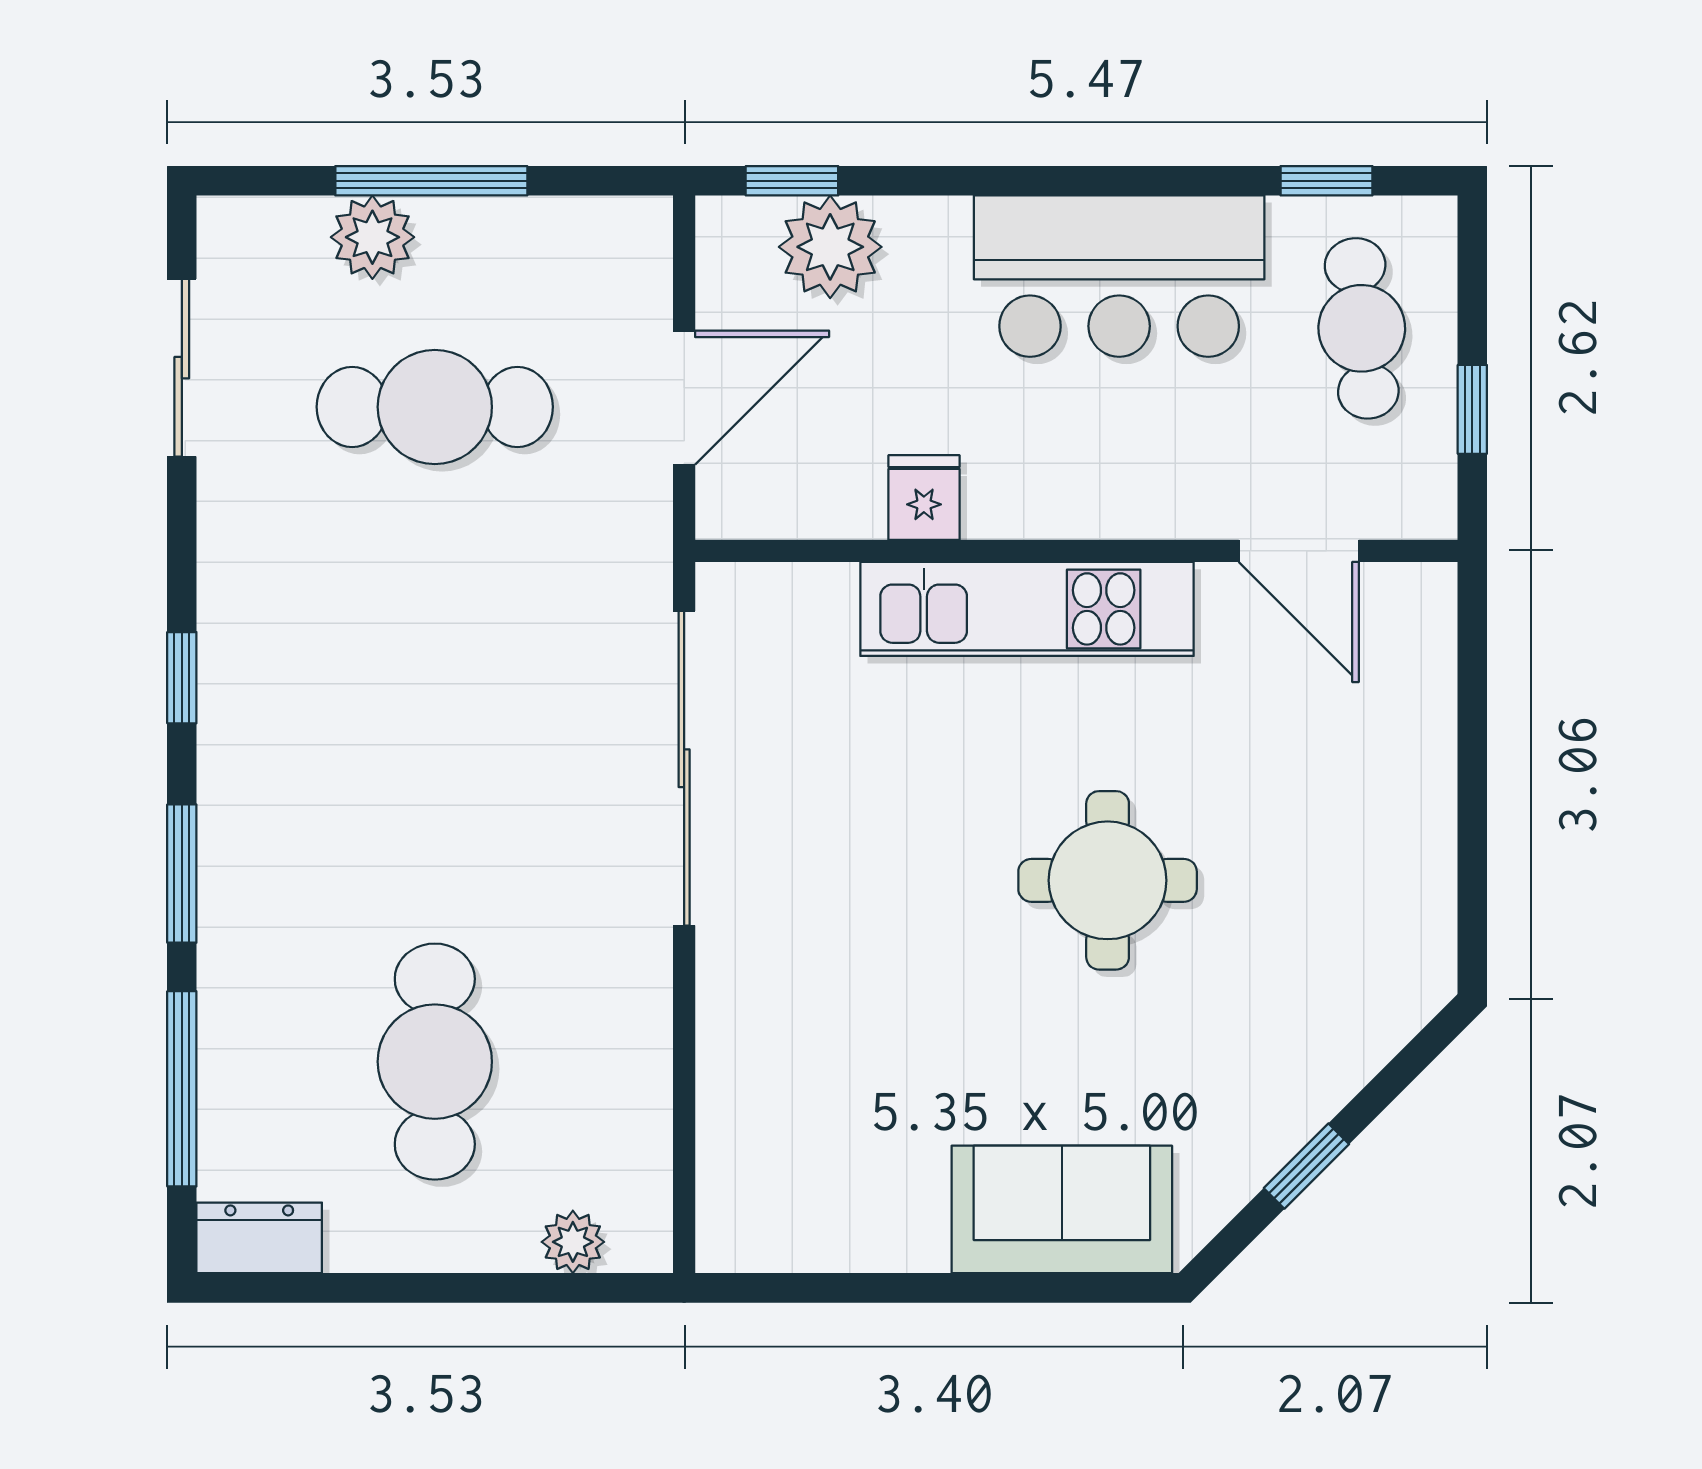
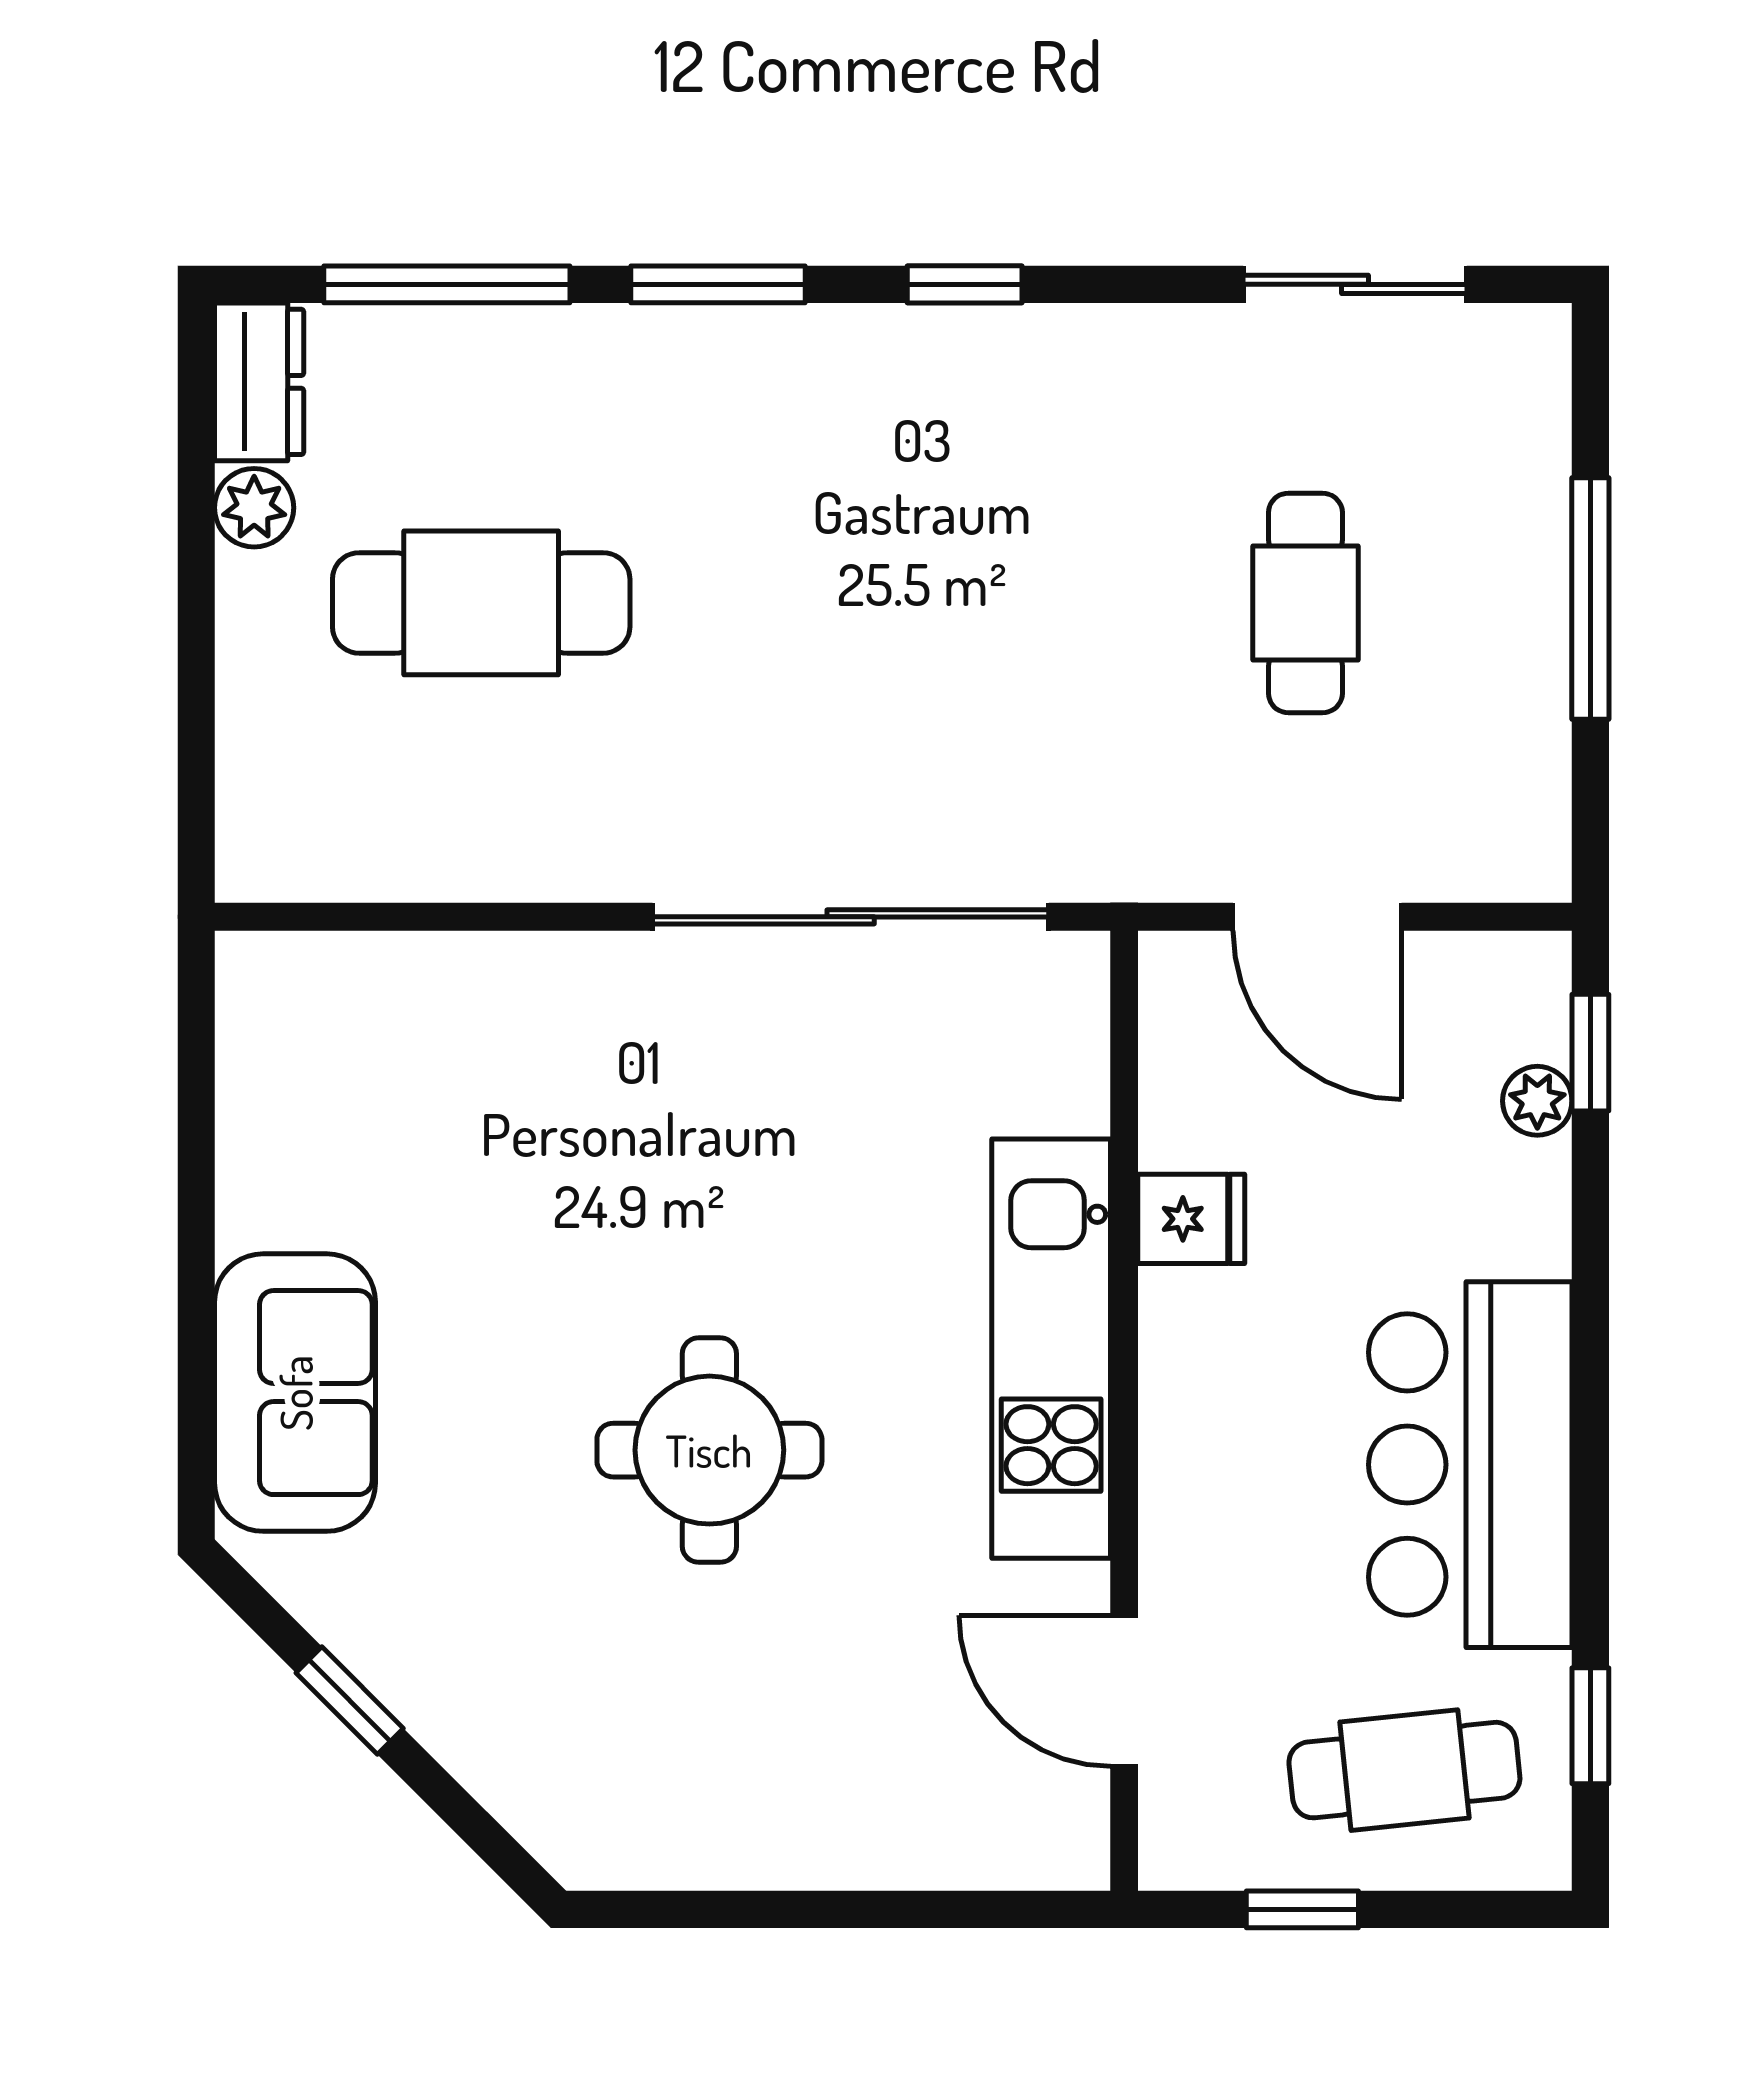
plant: (372, 237) -> (1519, 524), removed
plant: (830, 247) -> (1537, 1101), width x0.53, depth x0.53
cafe table: (435, 407) -> (1305, 603), width x0.73, depth x0.74
door: (1299, 551) -> (1124, 1691), hinge flipped
plant: (573, 1242) -> (254, 508), moved

